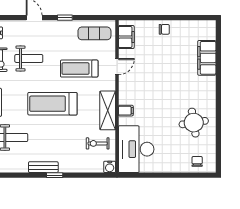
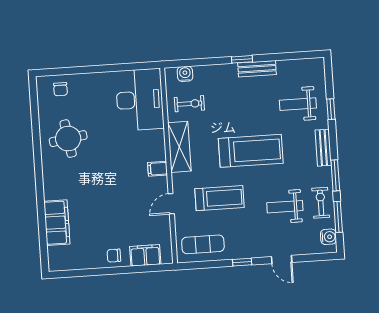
filing cabinet: (126, 37) -> (145, 255), moved, turned 90
filing cabinet: (126, 111) -> (158, 169), moved
water cooler: (110, 167) -> (185, 74), moved

